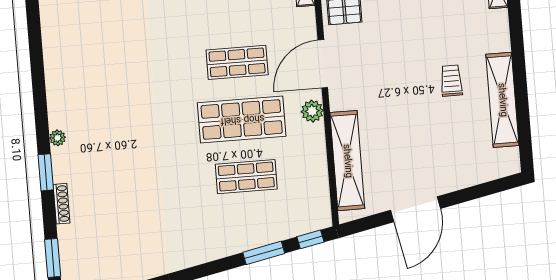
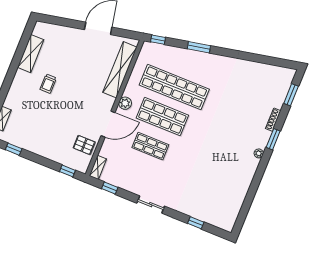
shelving: (502, 100) -> (31, 54), width x0.68
shop shelf: (246, 177) -> (174, 87), width x2.00, depth x1.36
window: (264, 253) -> (199, 47), moved

